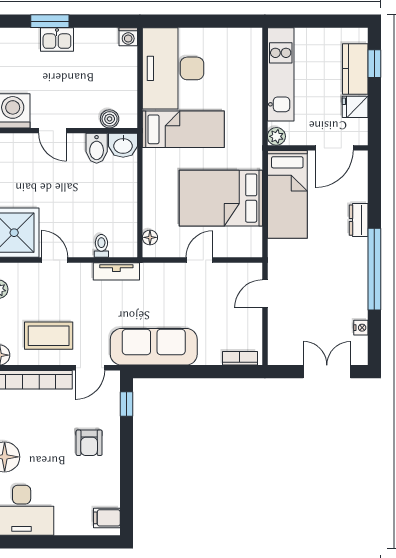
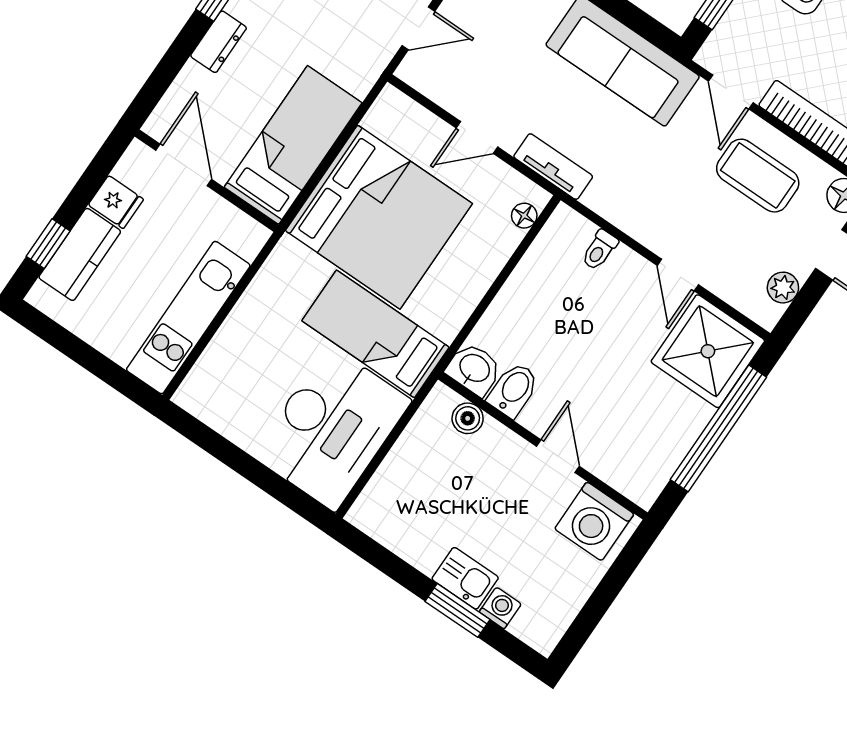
washing machine: (128, 37) -> (500, 608), moved
plant: (276, 136) -> (253, 236), removed
door: (334, 148) -> (184, 165), hinge flipped
bed: (221, 198) -> (379, 217), width x1.36
tv unit: (116, 271) -> (553, 167), moved
door: (90, 368) -> (731, 92), swing flipped

